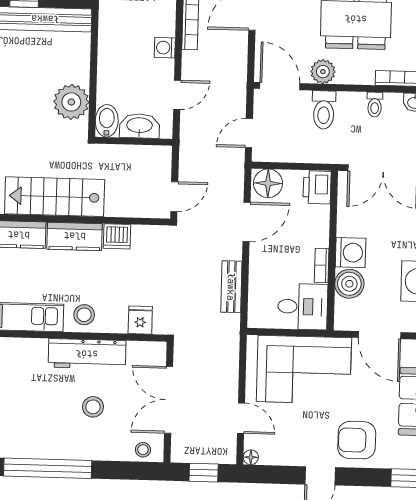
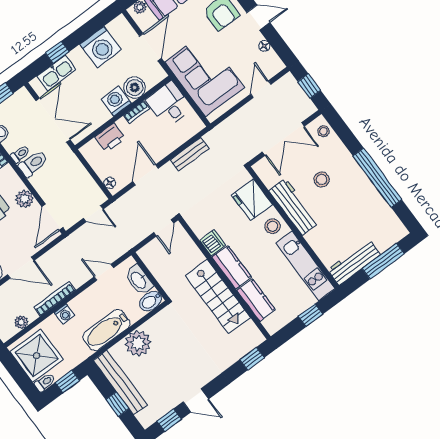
washing machine: (165, 48) -> (64, 314), moved
bathtub: (113, 49) -> (107, 330), added
plant: (71, 102) -> (138, 343), moved
toilet: (324, 110) -> (33, 164), moved
floor lamp: (268, 183) -> (110, 183), width x0.53, depth x0.53
printer: (317, 187) -> (110, 138), moved
door: (174, 197) -> (164, 228), swing flipped
door: (246, 222) -> (146, 175), hinge flipped
fridge: (140, 320) -> (252, 200), width x1.88, depth x1.34
floor lamp: (251, 457) -> (264, 46), moved

